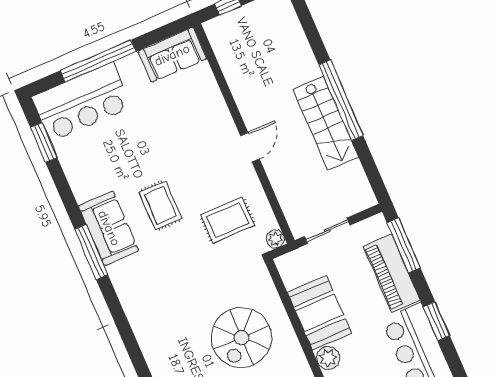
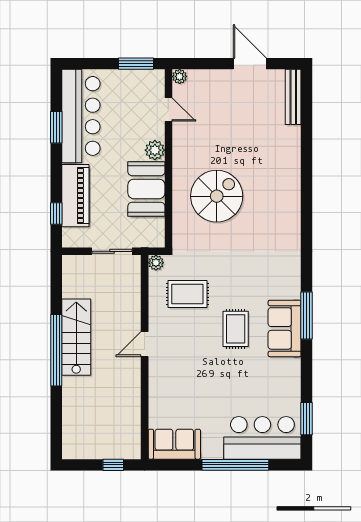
window: (404, 245) -> (56, 214), width x0.46
window: (436, 321) -> (56, 127), moved

